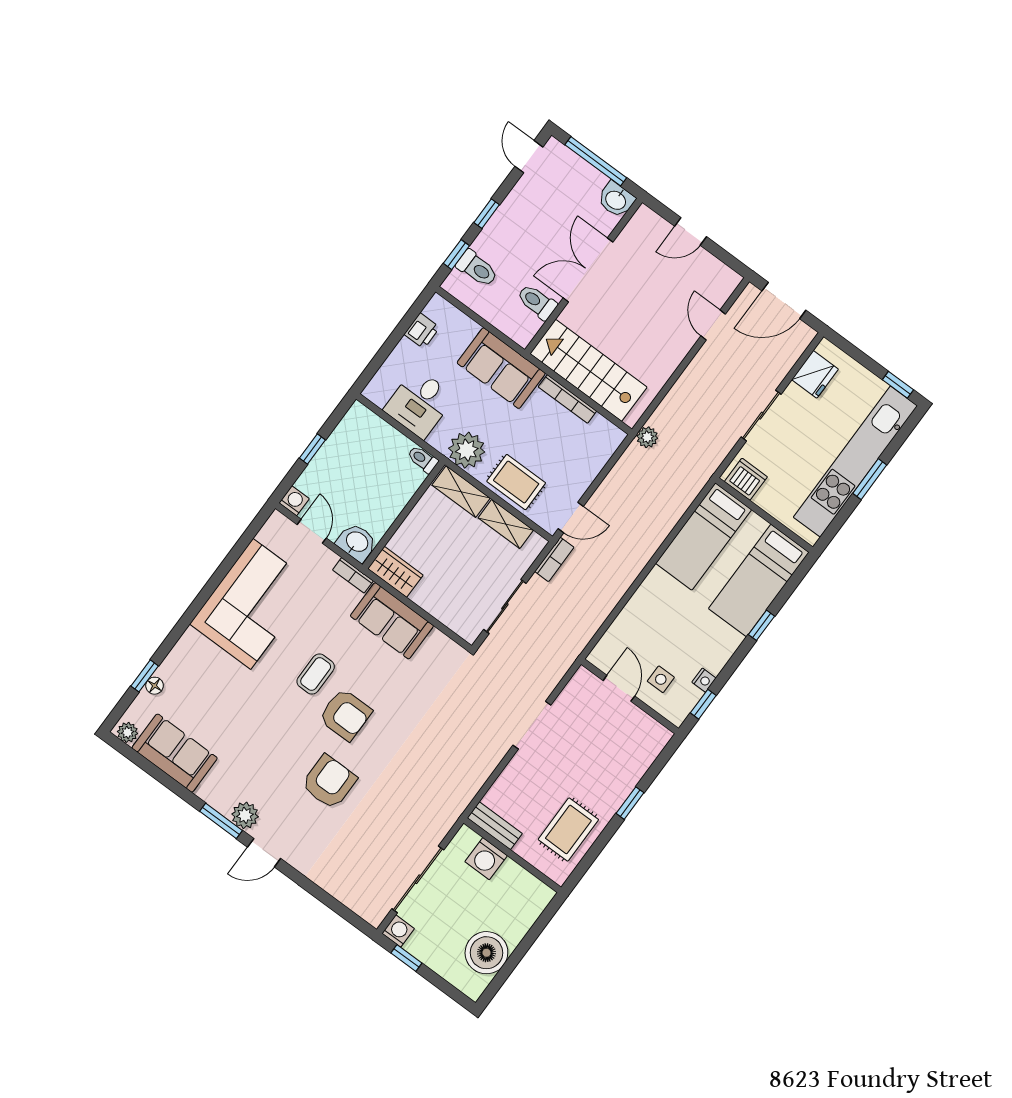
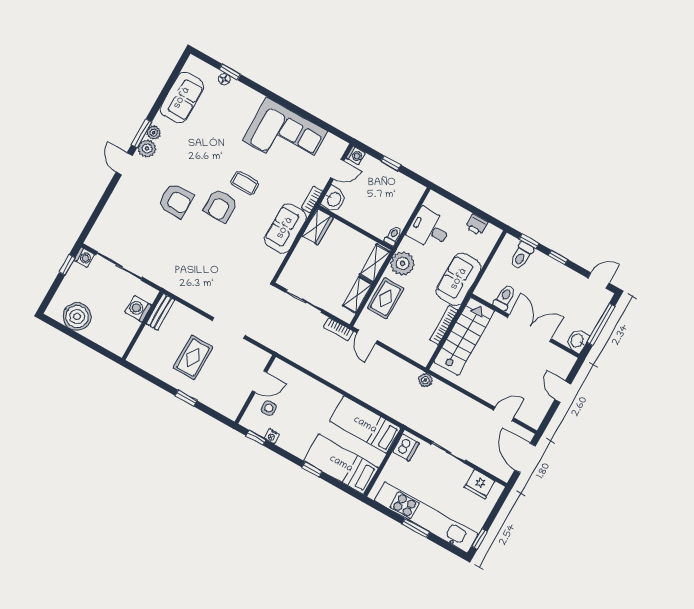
plant: (128, 732) -> (154, 133), moved
rug: (568, 829) -> (193, 357), moved, turned 90

